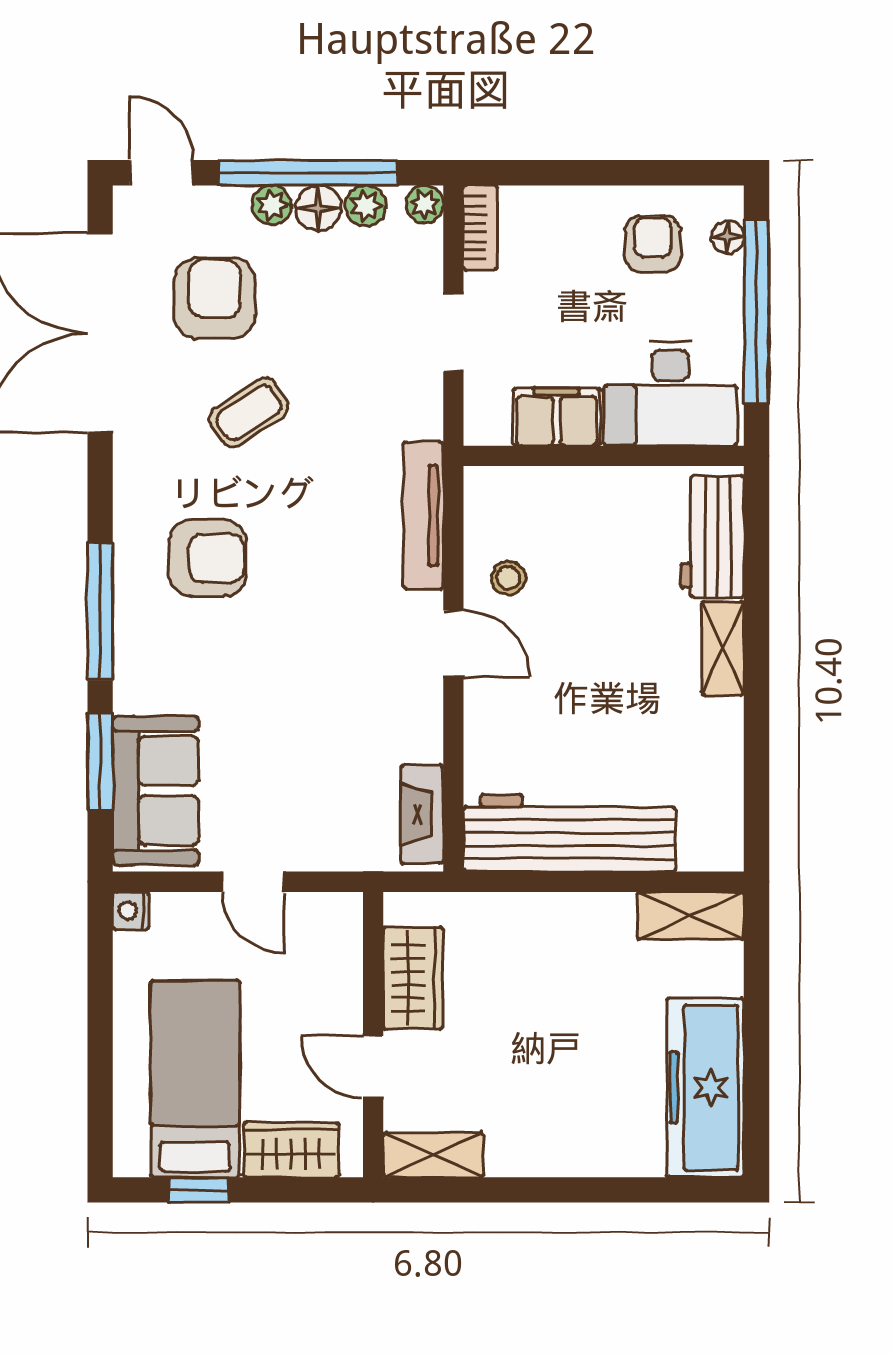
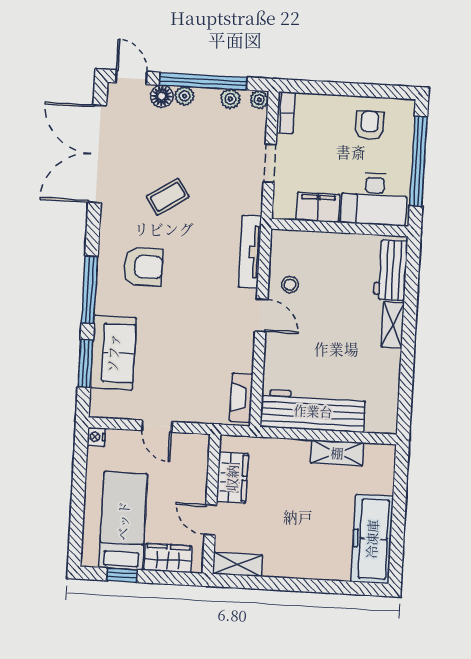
floor lamp: (318, 208) -> (162, 96), moved
floor lamp: (728, 237) -> (406, 124), removed
armchair: (214, 298) -> (154, 140), removed
sofa: (156, 791) -> (113, 353), moved
shelving: (691, 916) -> (337, 453), moved

